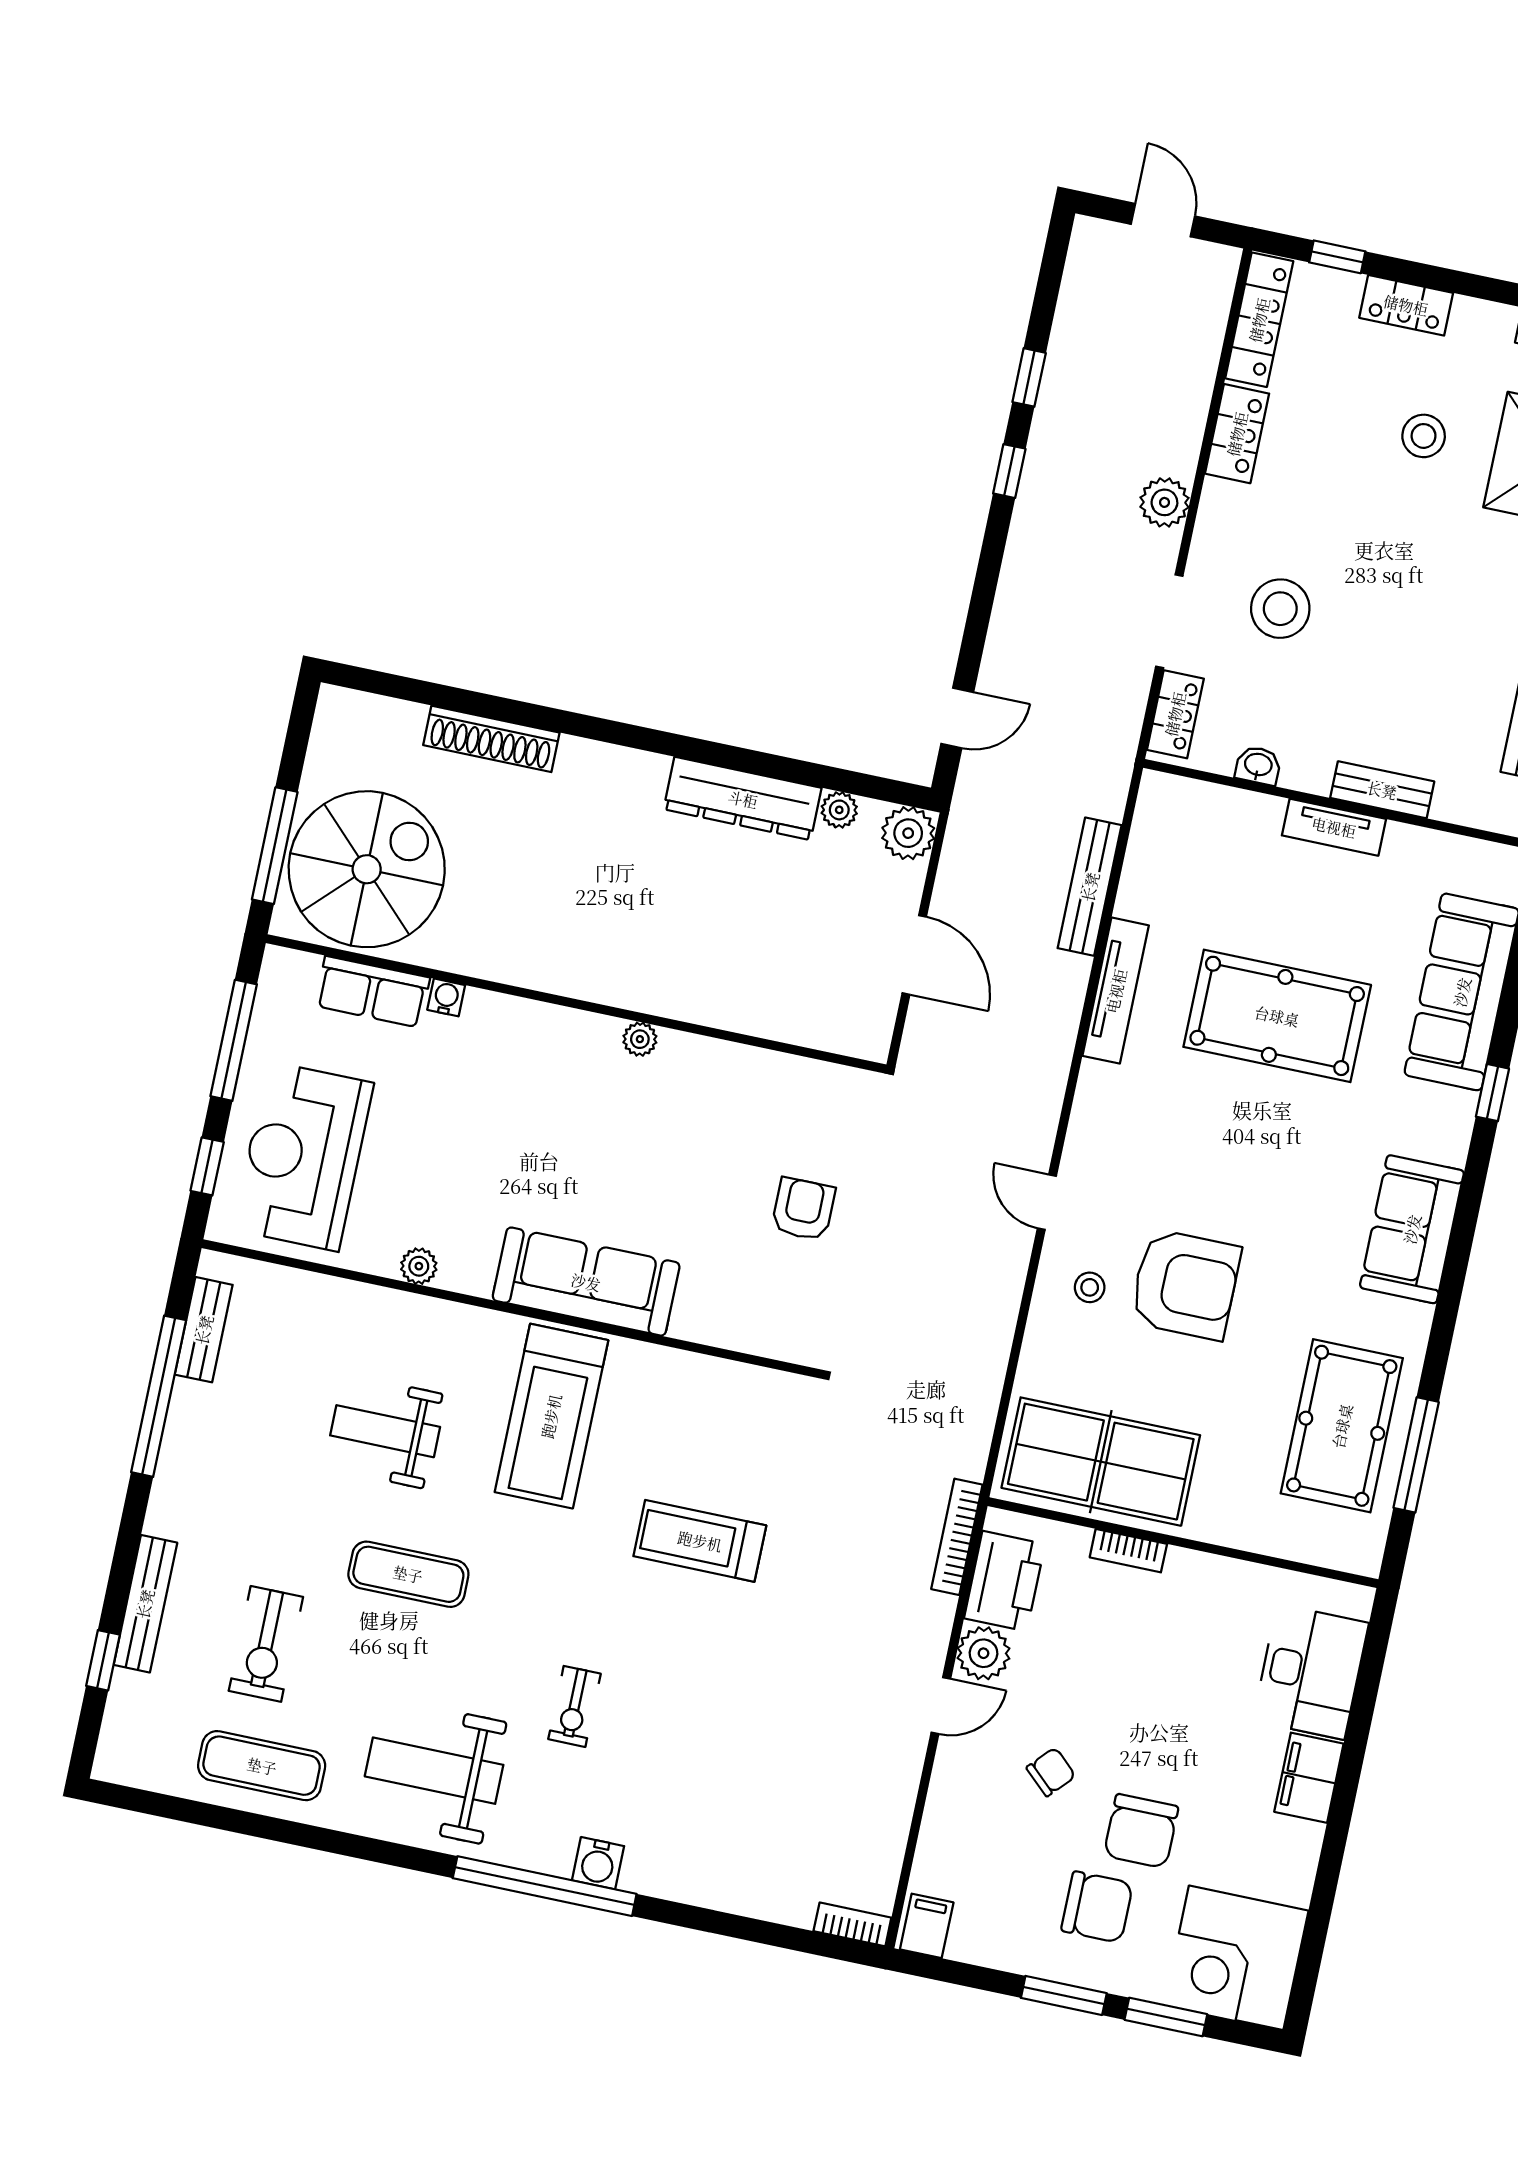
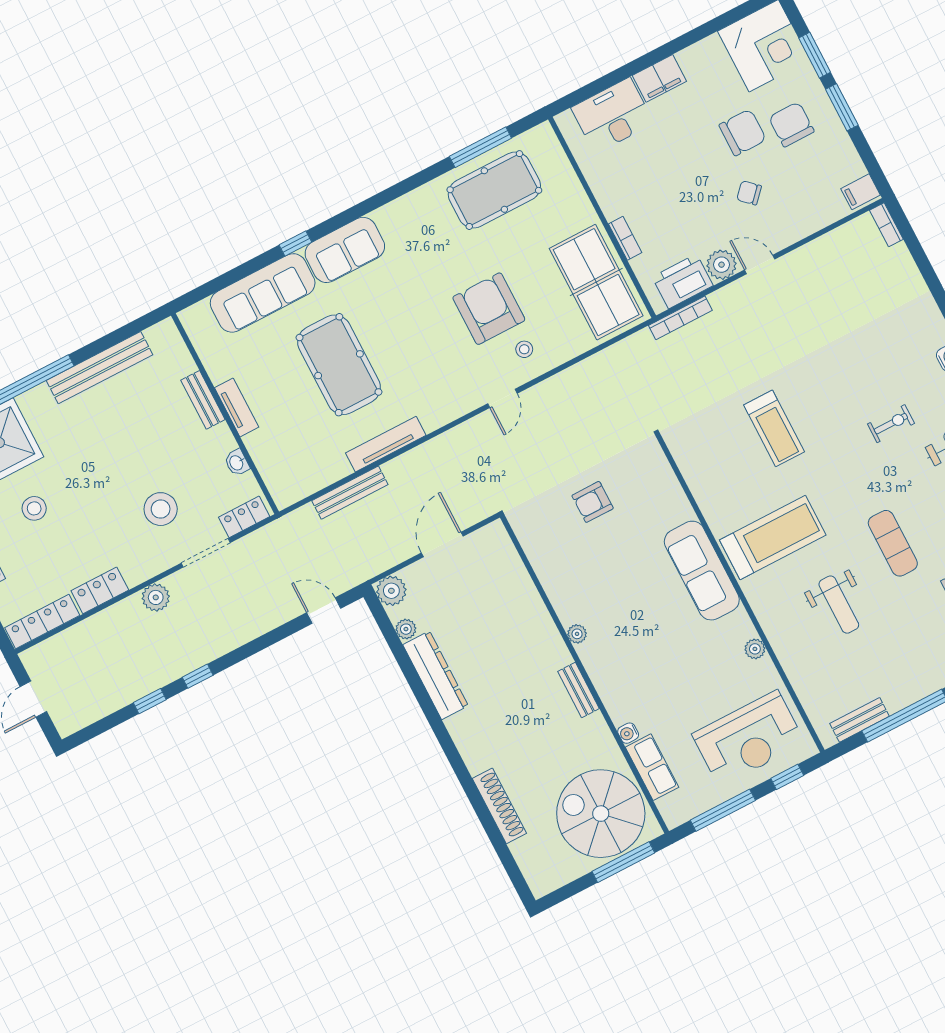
bench: (561, 978) -> (578, 690), added
sofa: (1412, 1229) -> (345, 250), moved

